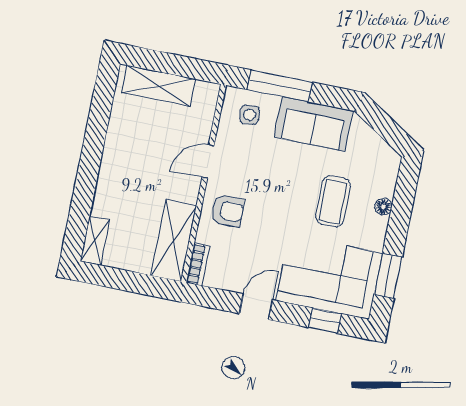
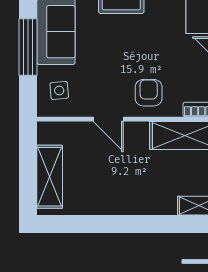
window: (280, 86) -> (28, 47), moved

